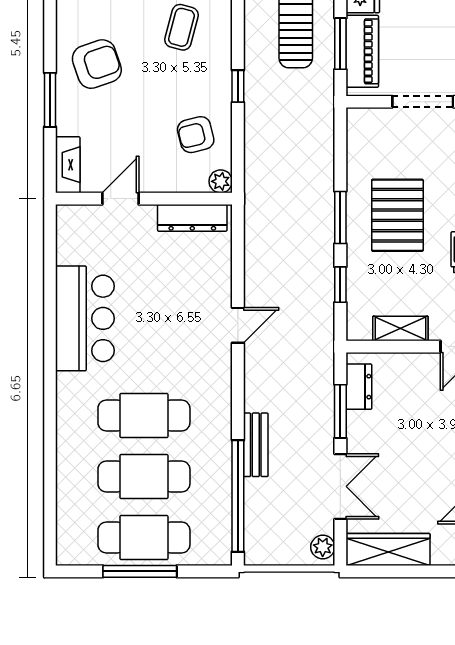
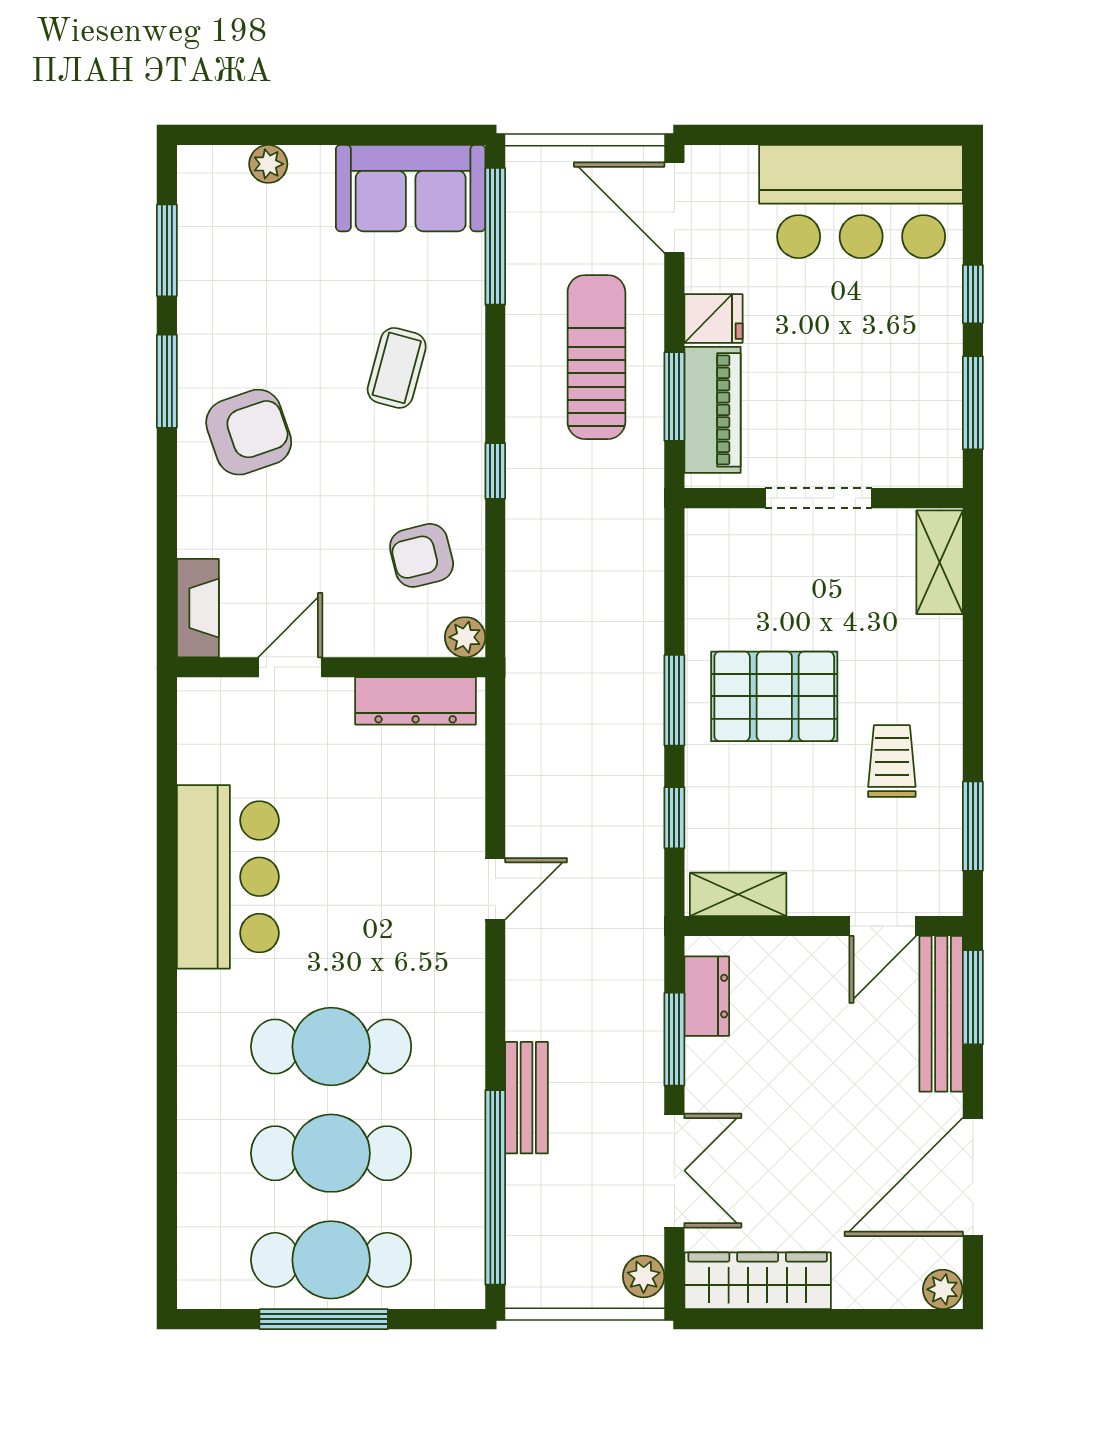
window: (50, 100) -> (167, 381), moved
pallet: (397, 215) -> (774, 696), turned 90
shelving: (400, 328) -> (738, 894), moved

